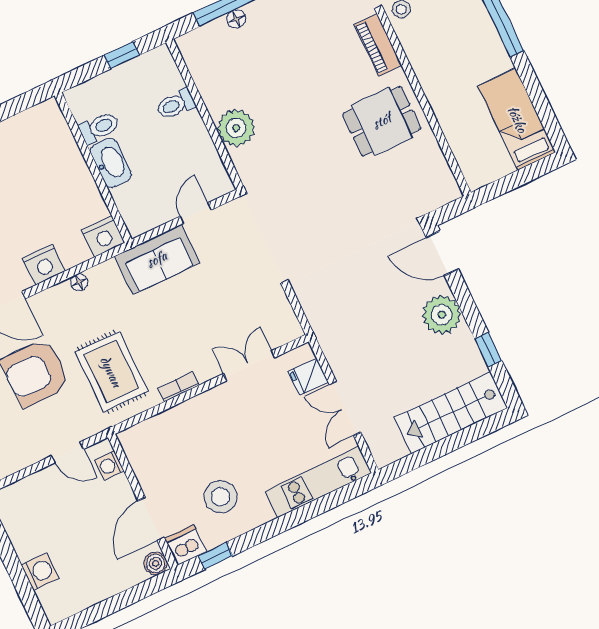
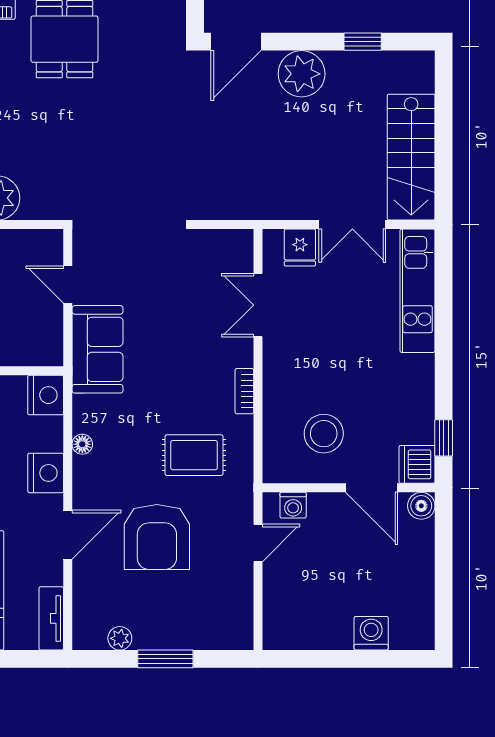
rug: (111, 372) -> (194, 455), width x0.73, depth x0.70
stairs: (451, 413) -> (411, 157), moved
stool: (221, 497) -> (324, 434), moved

